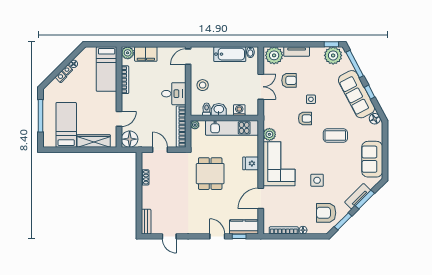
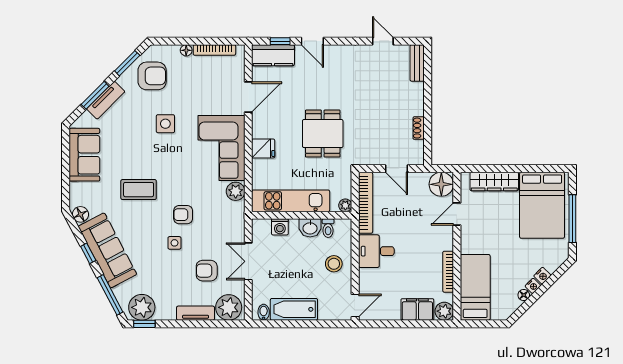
bed: (66, 125) -> (542, 205), width x1.50

